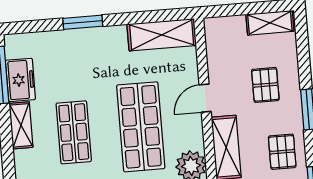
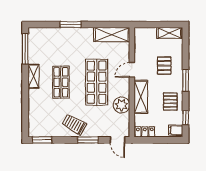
freezer: (20, 80) -> (35, 52), removed

